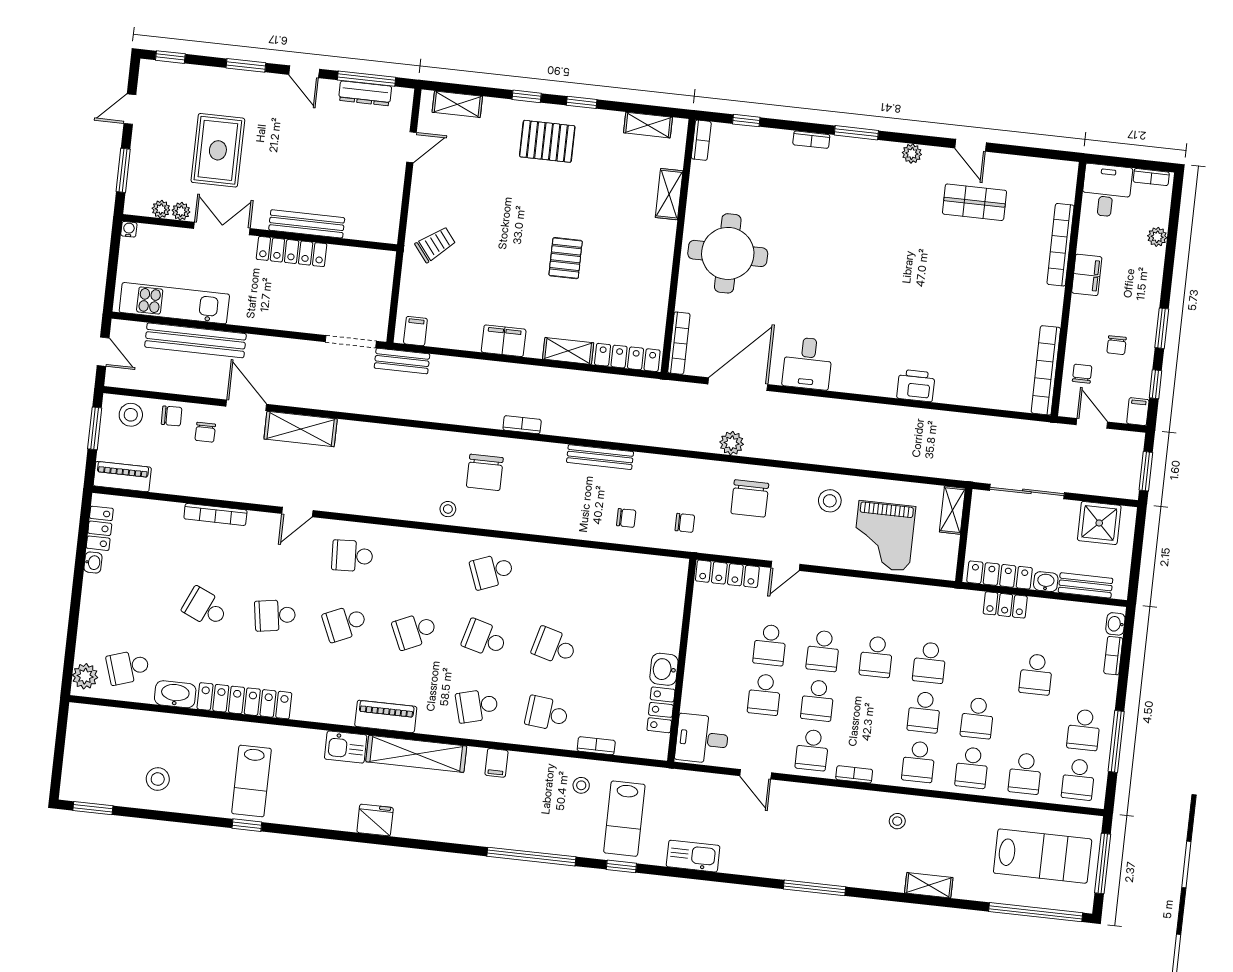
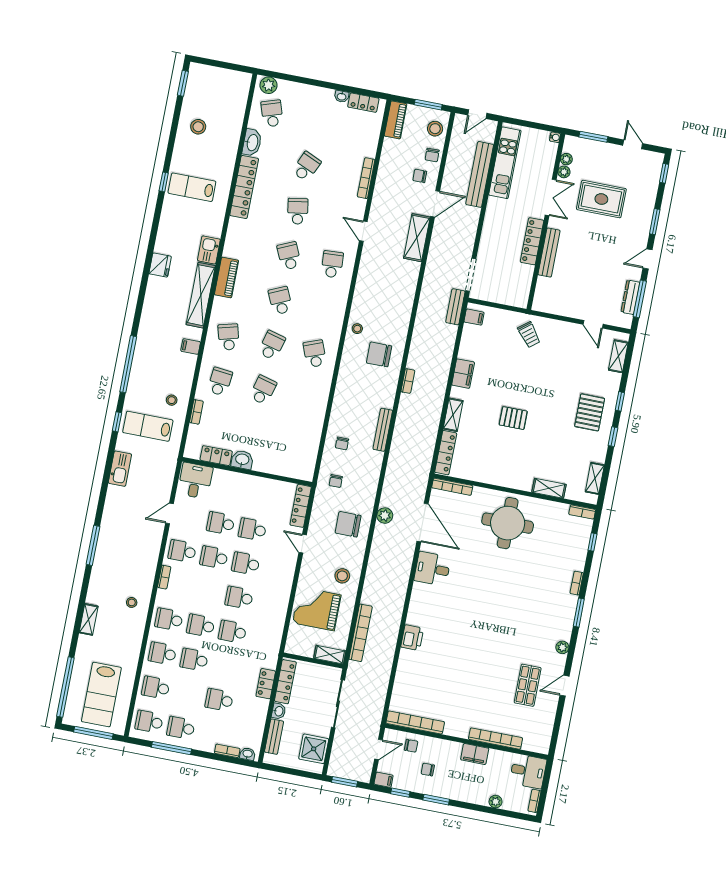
bookcase: (915, 466) -> (361, 633), added

